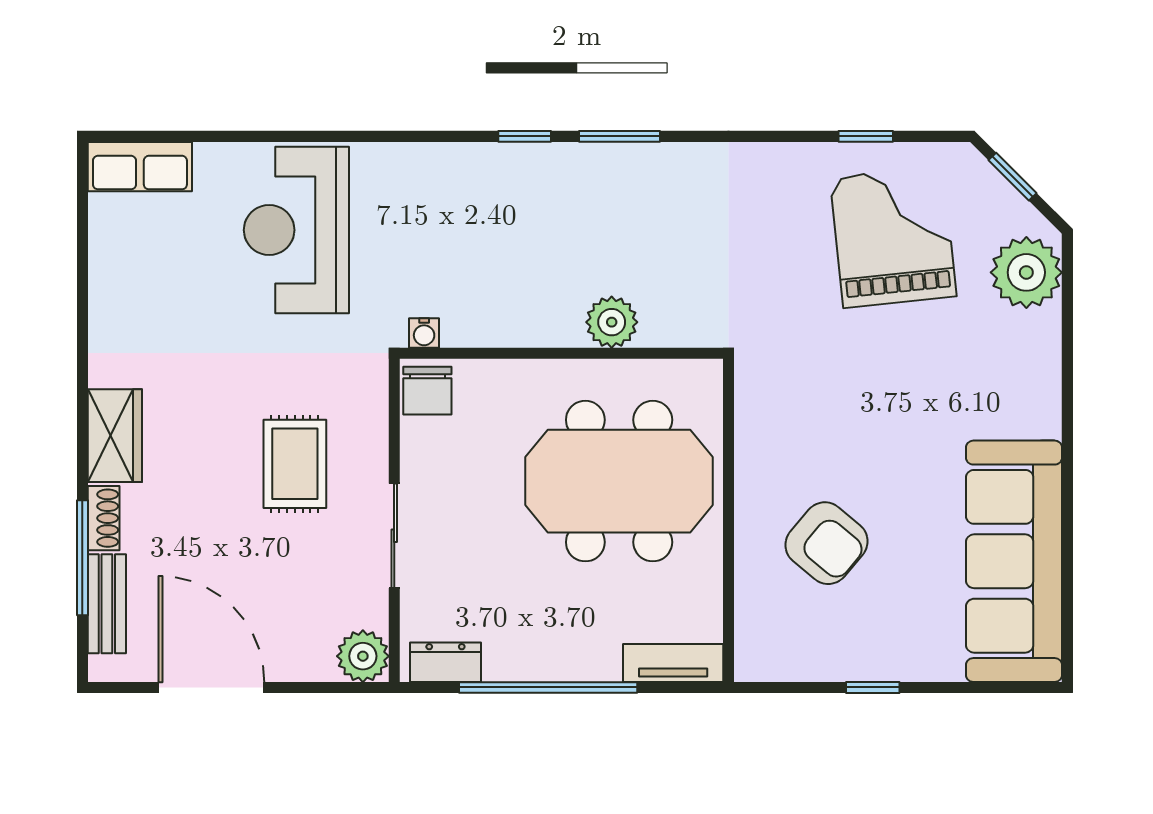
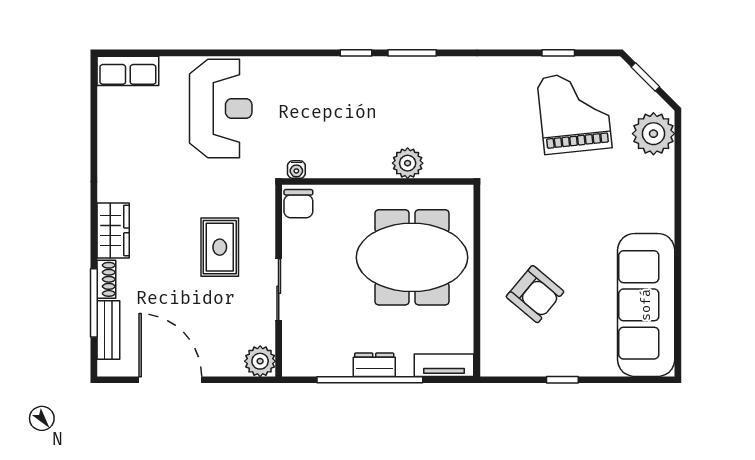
reception desk: (296, 230) -> (221, 108), turned 180
dresser: (445, 662) -> (374, 365), moved

